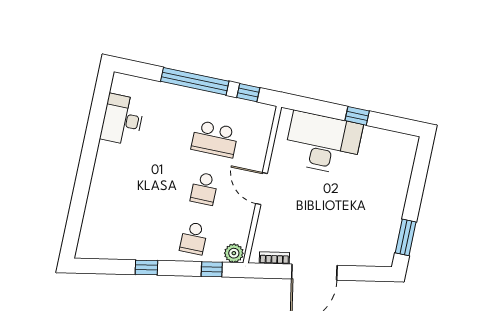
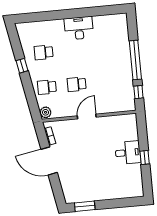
desk: (122, 120) -> (79, 28), moved
school desk: (215, 139) -> (44, 52), moved, width x0.54
desk: (323, 143) -> (128, 153), width x0.53, depth x0.77
window: (212, 269) -> (33, 103), removed

